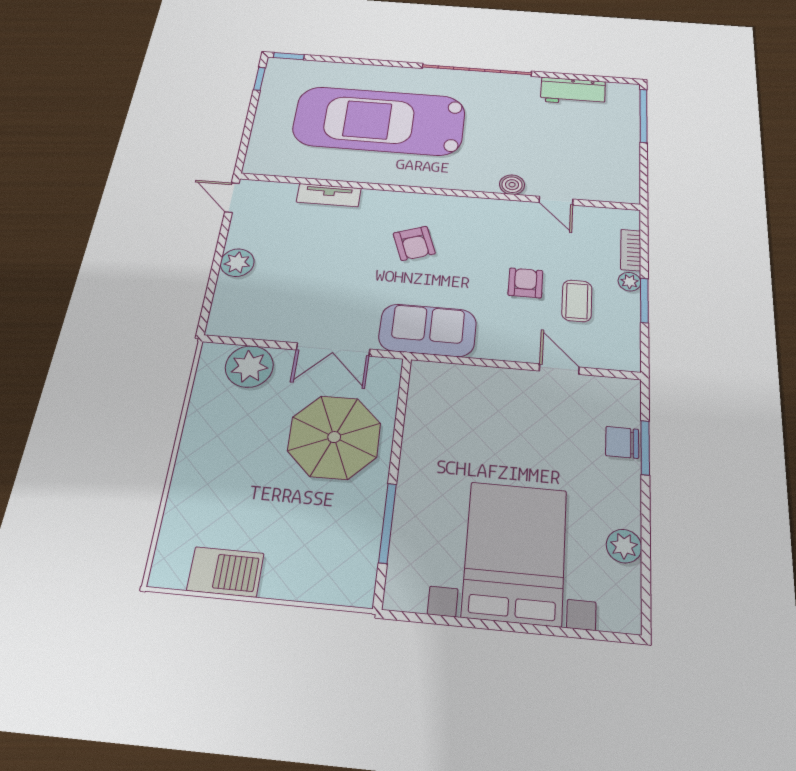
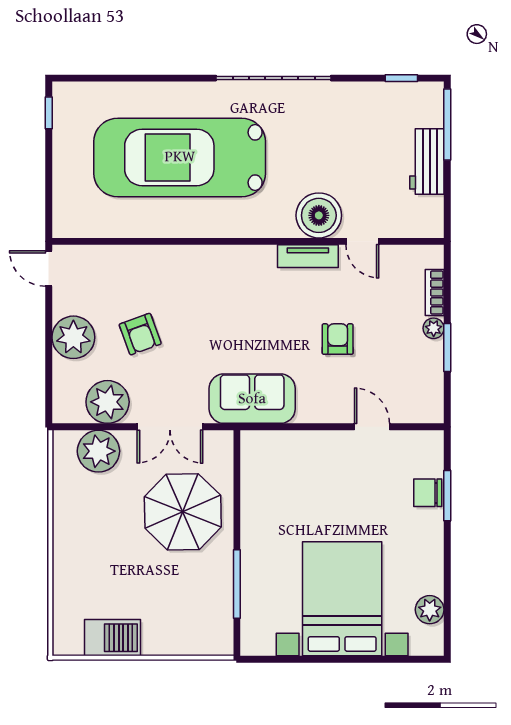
window: (289, 56) -> (401, 78), moved
workbench: (573, 91) -> (427, 161), moved, turned 90
boiler: (512, 185) -> (319, 215), width x1.86, depth x1.86
tv unit: (329, 195) -> (308, 256), moved
armchair: (414, 243) -> (140, 334), moved
plant: (237, 263) -> (73, 337), width x1.36, depth x1.36
coffee table: (577, 301) -> (386, 354), removed
plant: (269, 320) -> (108, 402), added
plant: (624, 546) -> (430, 610), moved

